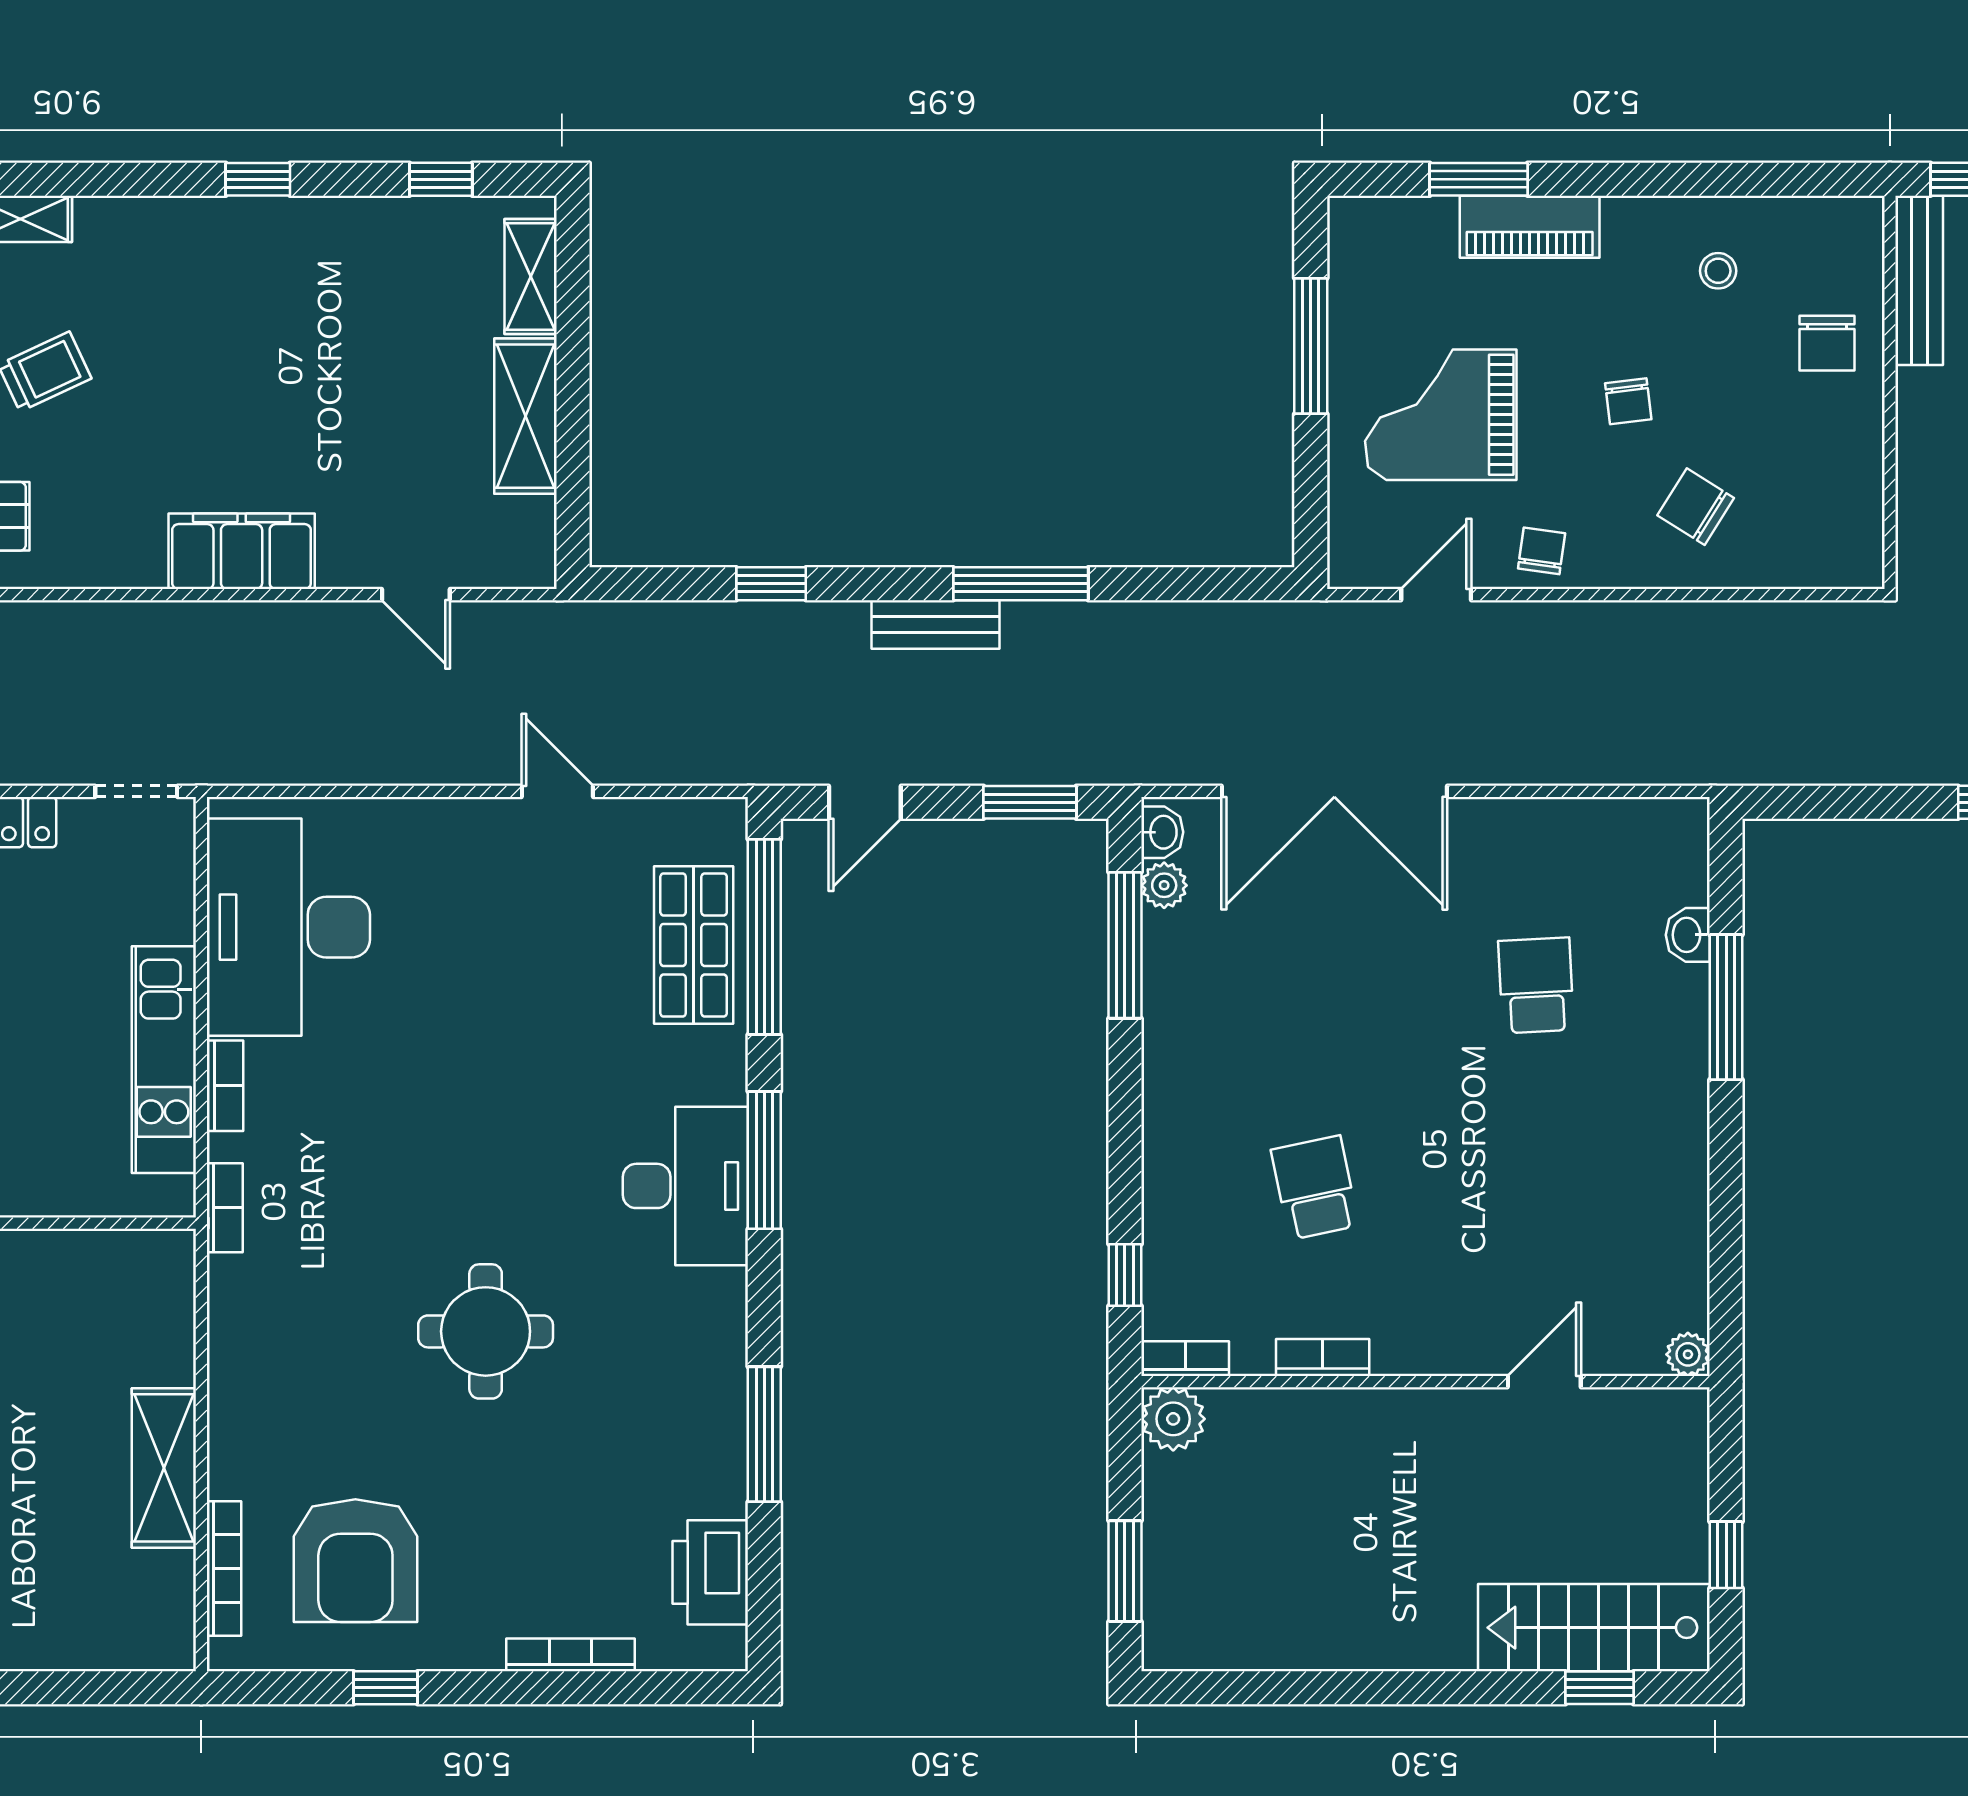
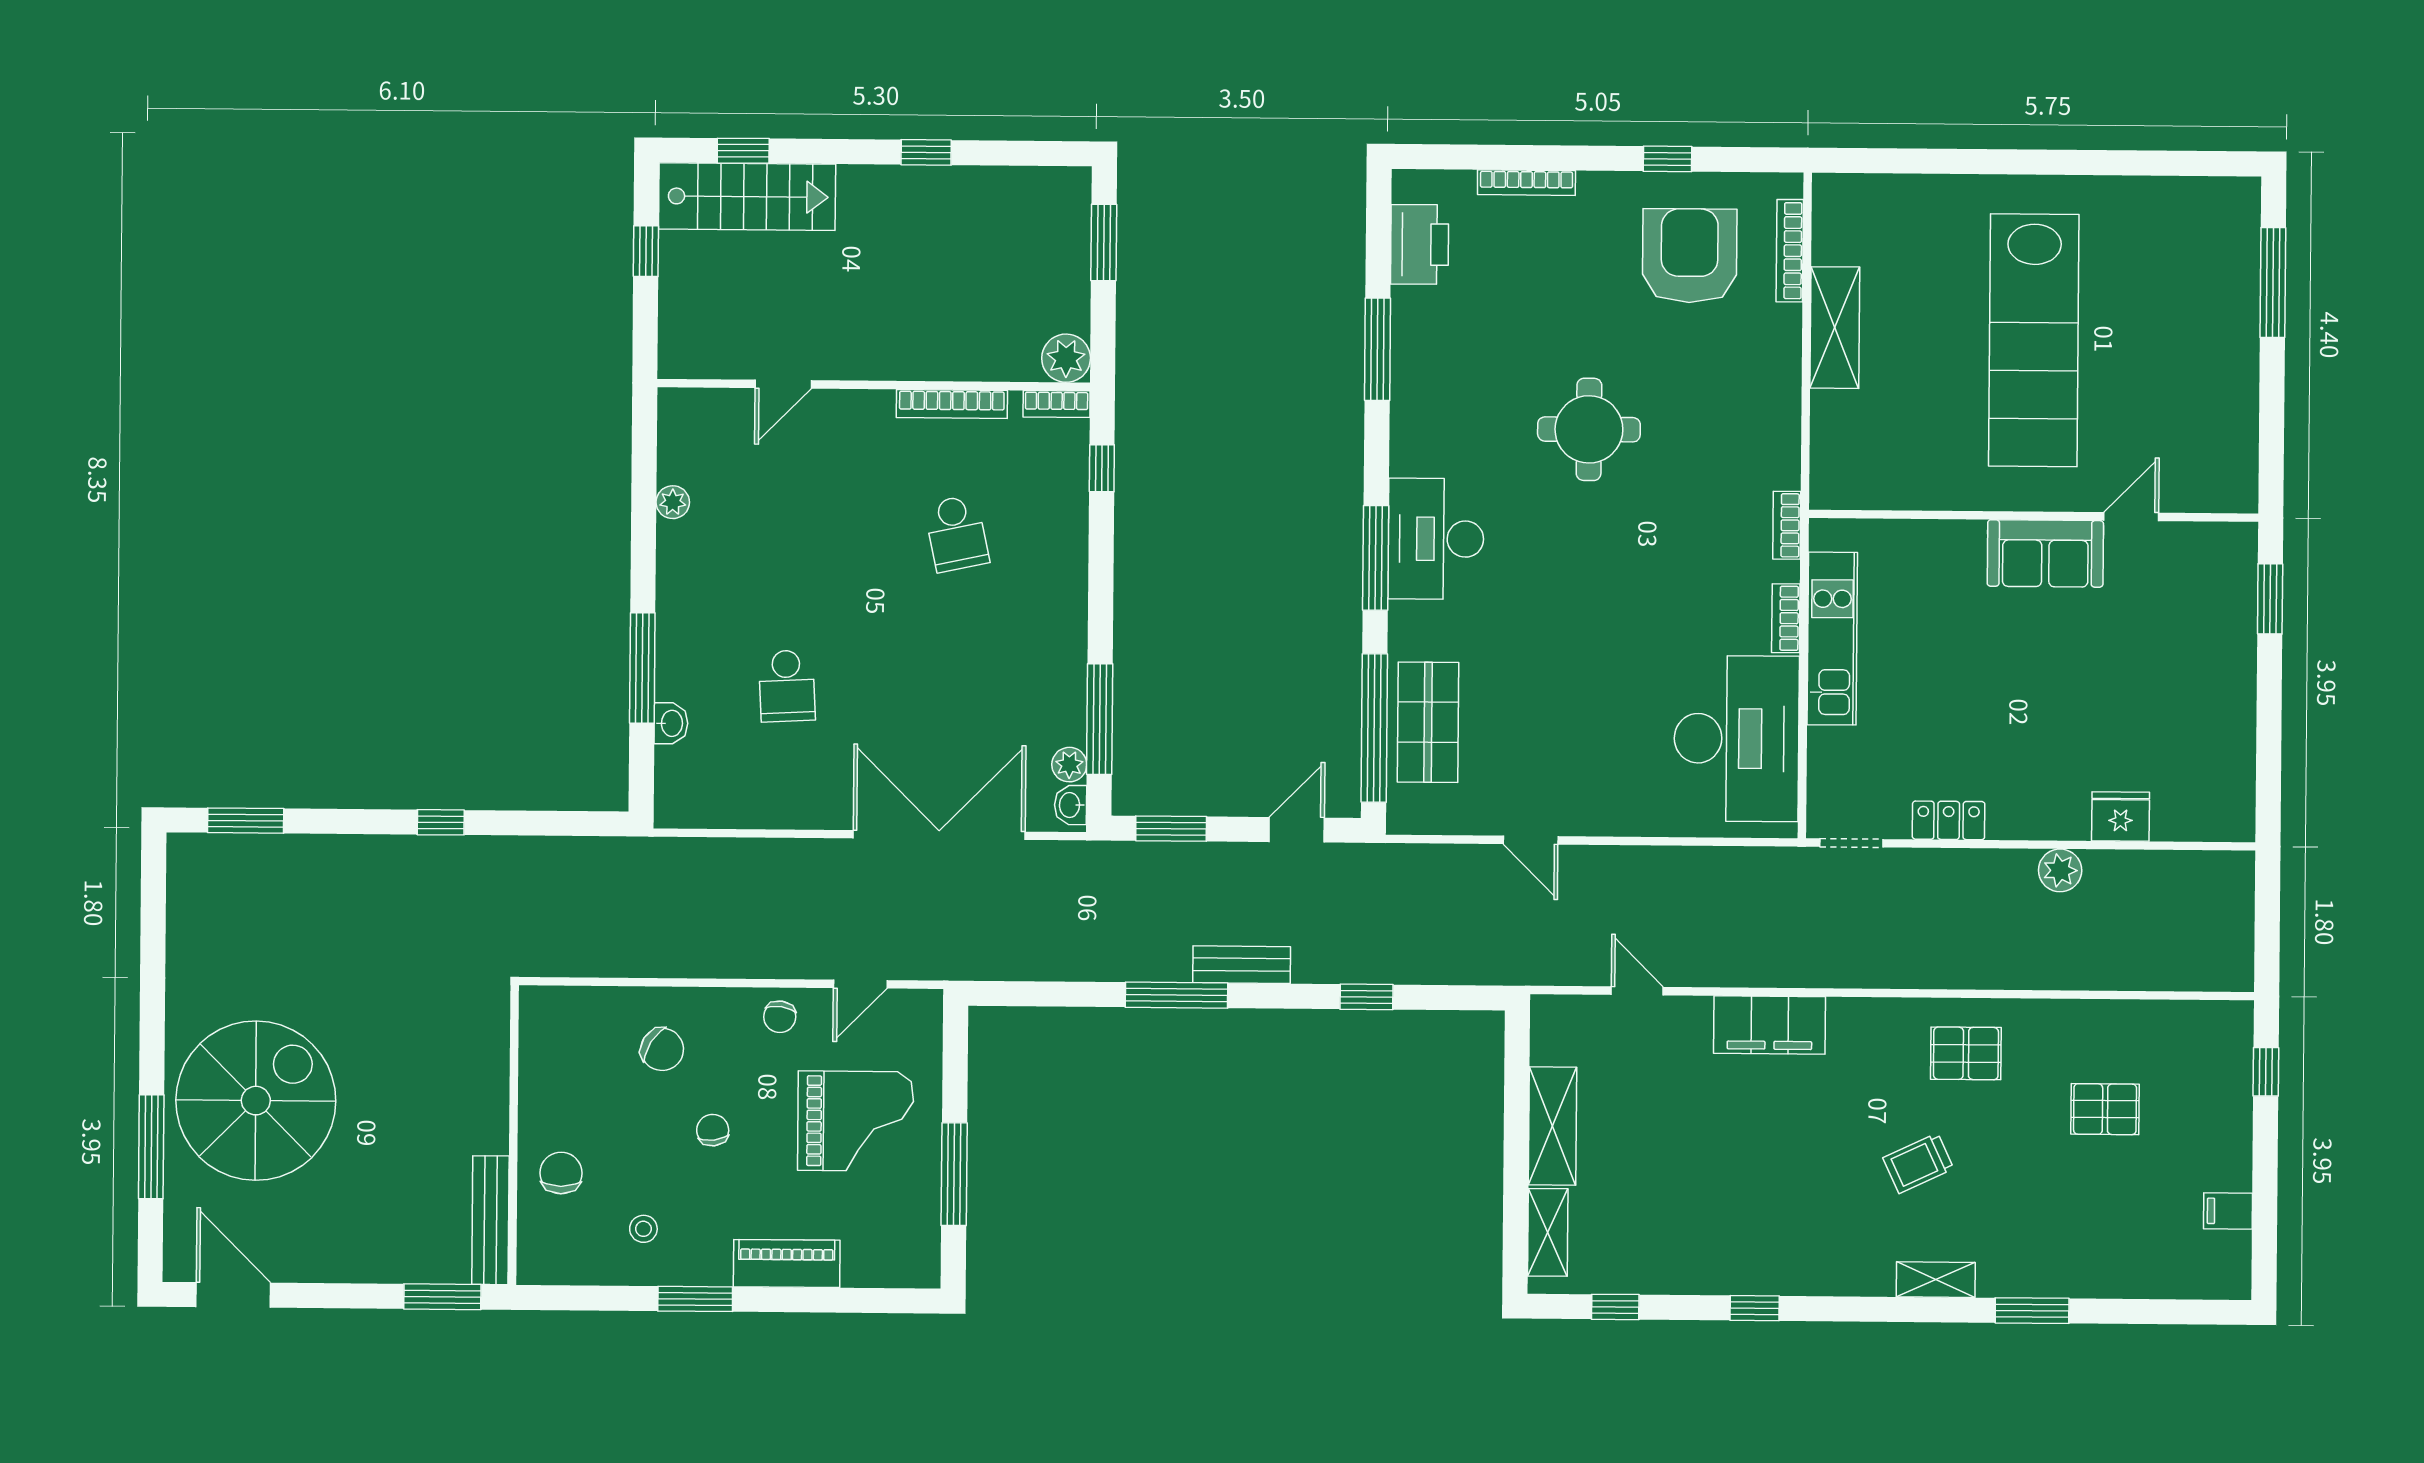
window: (1479, 179) -> (695, 1299), moved
plant: (1688, 1354) -> (673, 502), moved
bookcase: (1323, 1358) -> (952, 404), width x1.56
window: (1359, 1688) -> (926, 152), added

